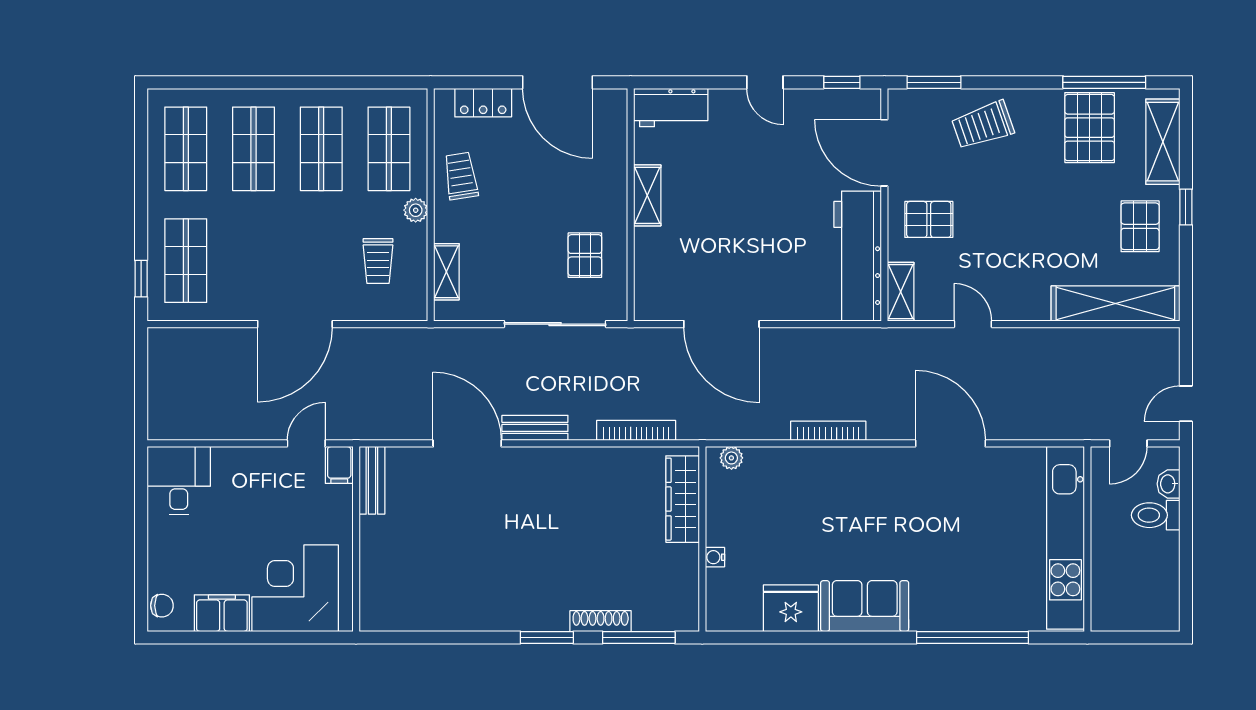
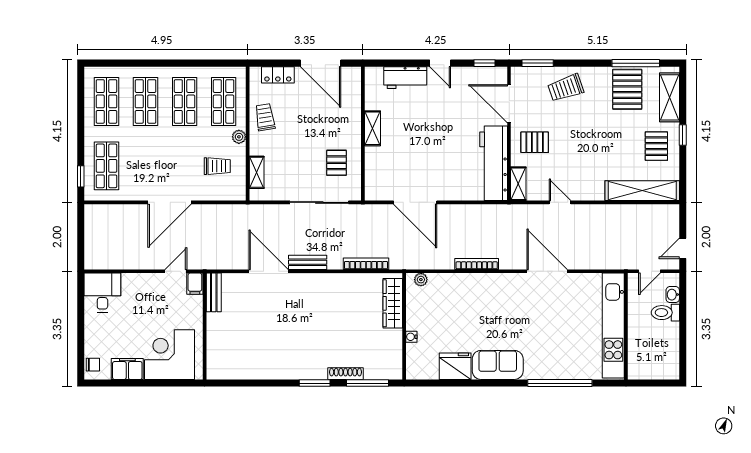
workbench: (671, 107) -> (405, 78), moved
trolley: (378, 261) -> (217, 166), turned -90

